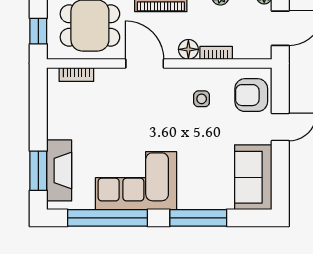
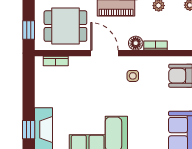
side table: (202, 99) -> (133, 76), moved
window: (38, 171) -> (29, 130), width x0.67

